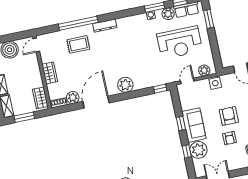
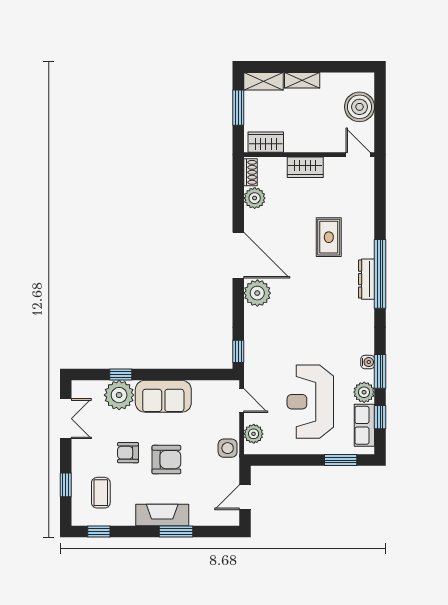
window: (78, 23) -> (380, 274), moved
rug: (78, 44) -> (329, 237), moved
door: (96, 102) -> (238, 255), moved
window: (181, 123) -> (171, 375), removed

